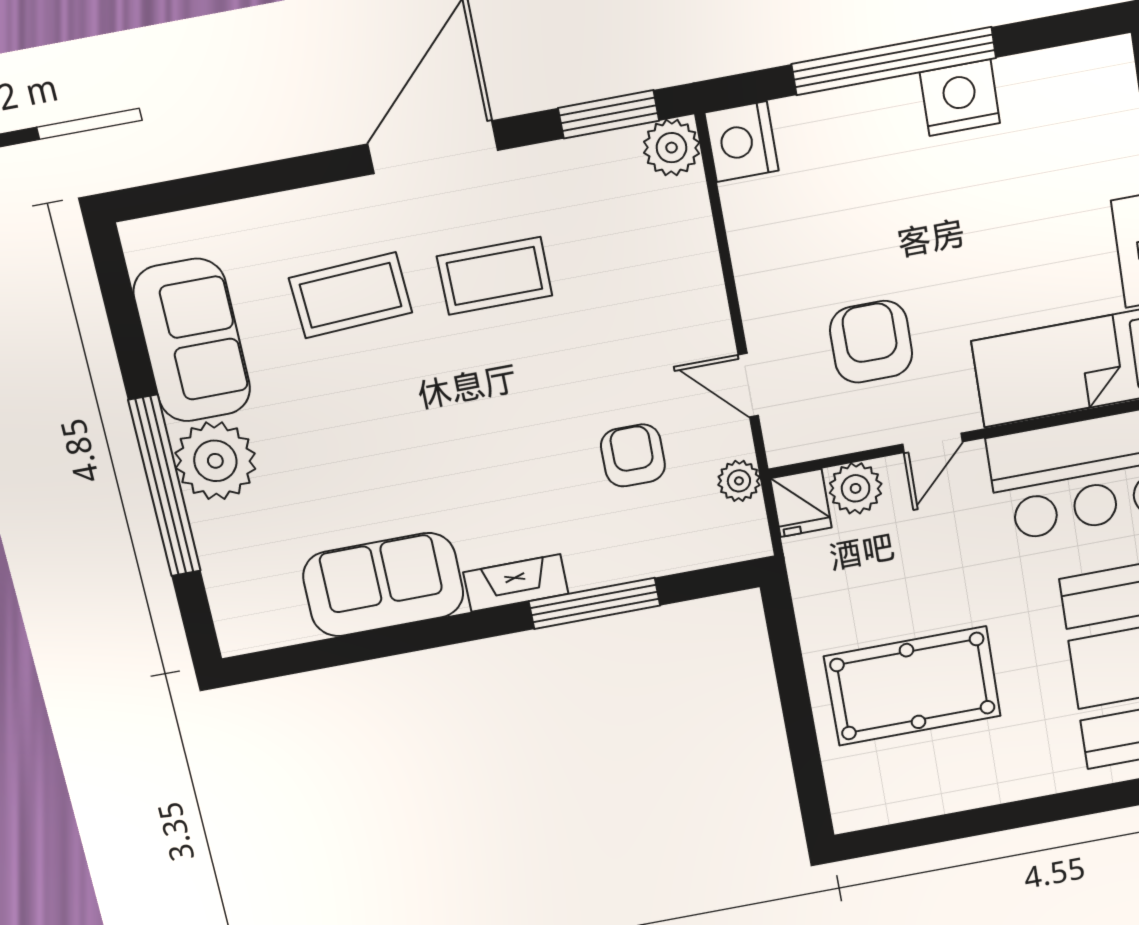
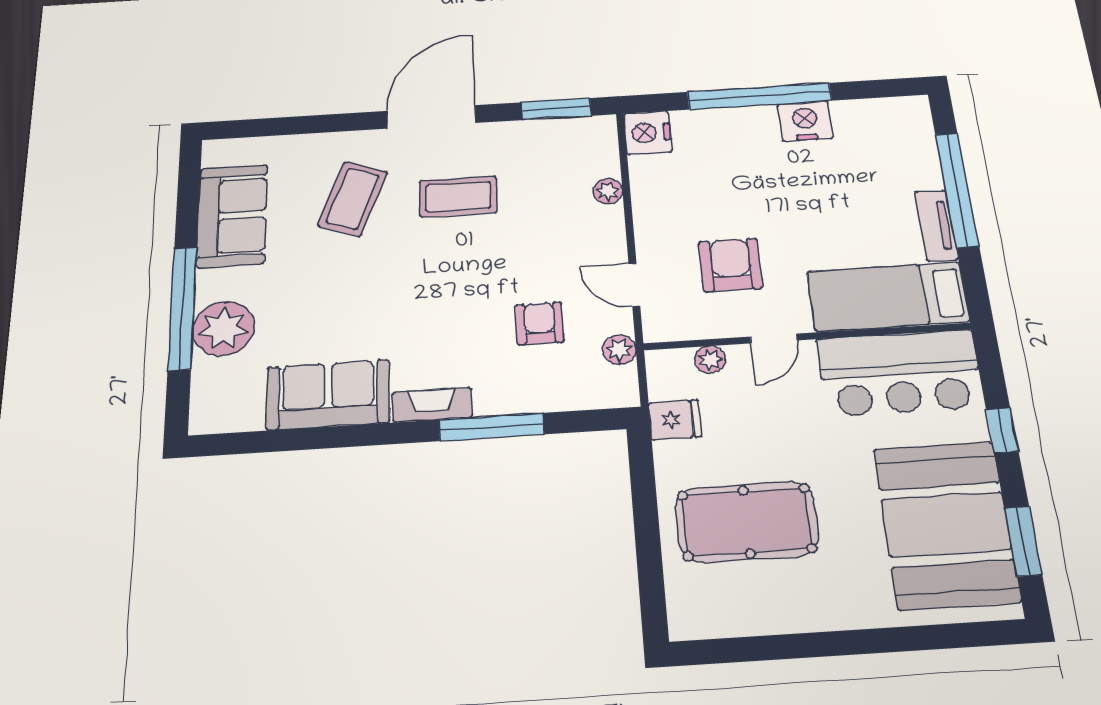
plant: (672, 148) -> (608, 191), moved, width x0.73, depth x0.73
coffee table: (351, 295) -> (353, 199), turned -67
plant: (215, 461) -> (224, 329), moved
plant: (856, 488) -> (710, 360), width x0.73, depth x0.73
fridge: (801, 503) -> (675, 420), moved, turned -90

